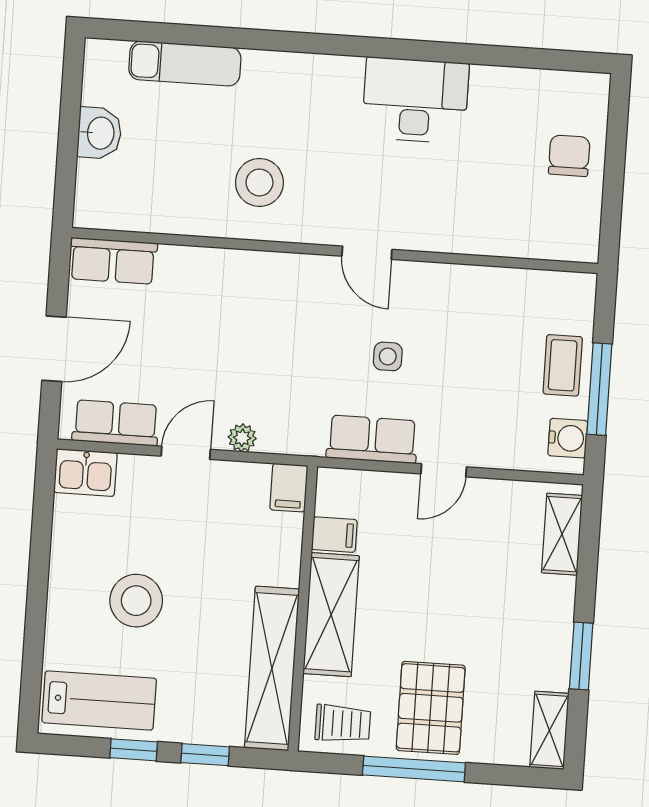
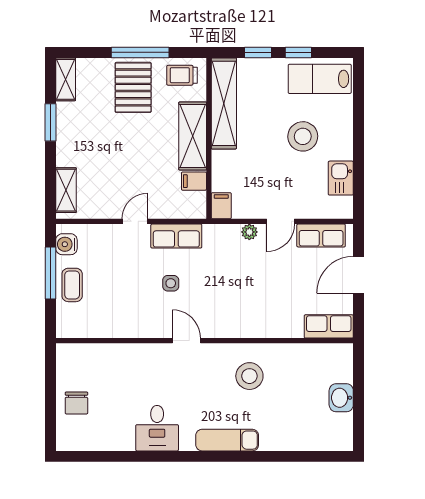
exam couch: (185, 64) -> (227, 440), moved
desk: (415, 100) -> (157, 428), width x0.73
kitchen sink: (85, 473) -> (341, 178), moved, turned -90

